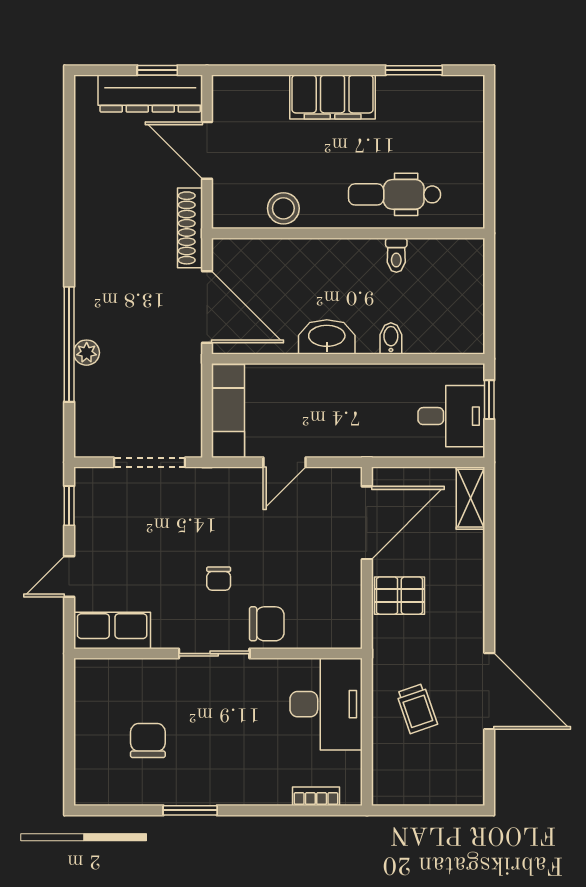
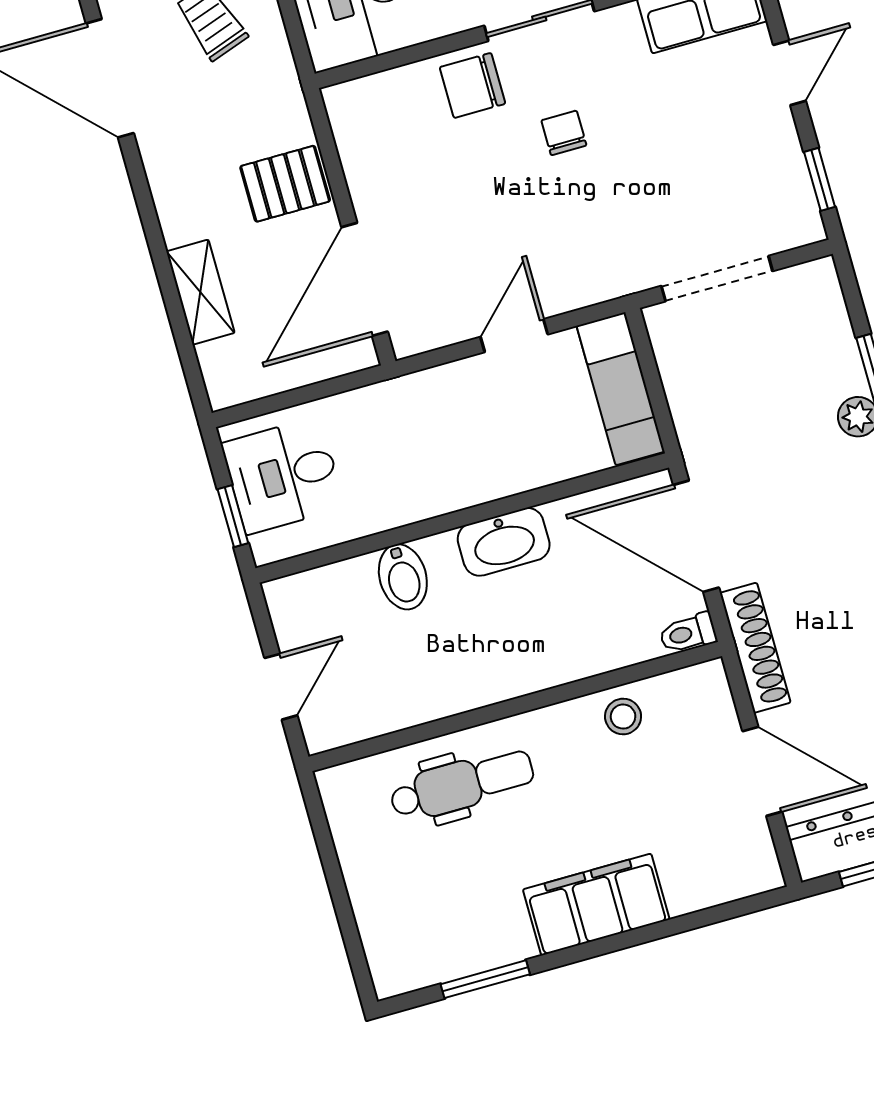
stool: (283, 208) -> (623, 717), width x0.73, depth x0.73
toilet: (396, 255) -> (688, 633), moved, turned -90
door: (489, 286) -> (281, 687), added
bidet: (391, 338) -> (403, 577), width x1.38, depth x1.36
shelving: (470, 498) -> (200, 292), moved

